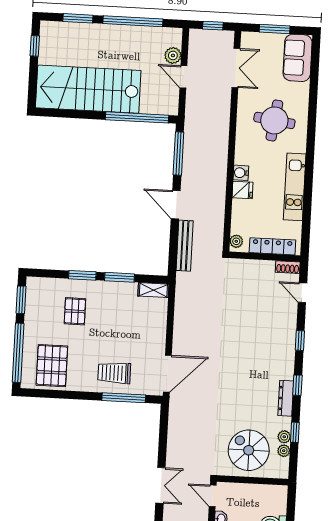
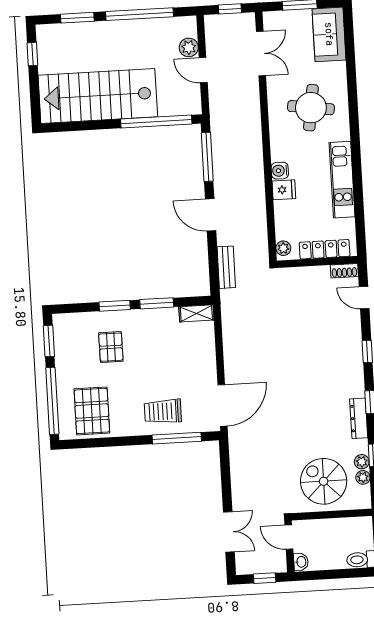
bench: (185, 246) -> (226, 267), width x0.73

